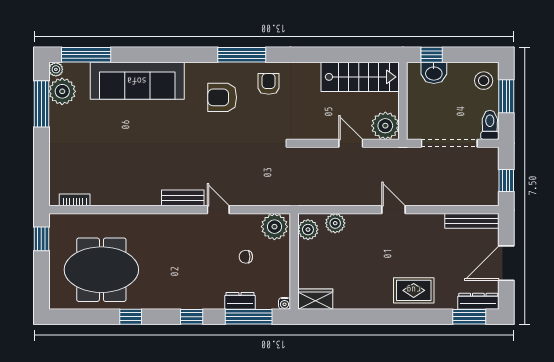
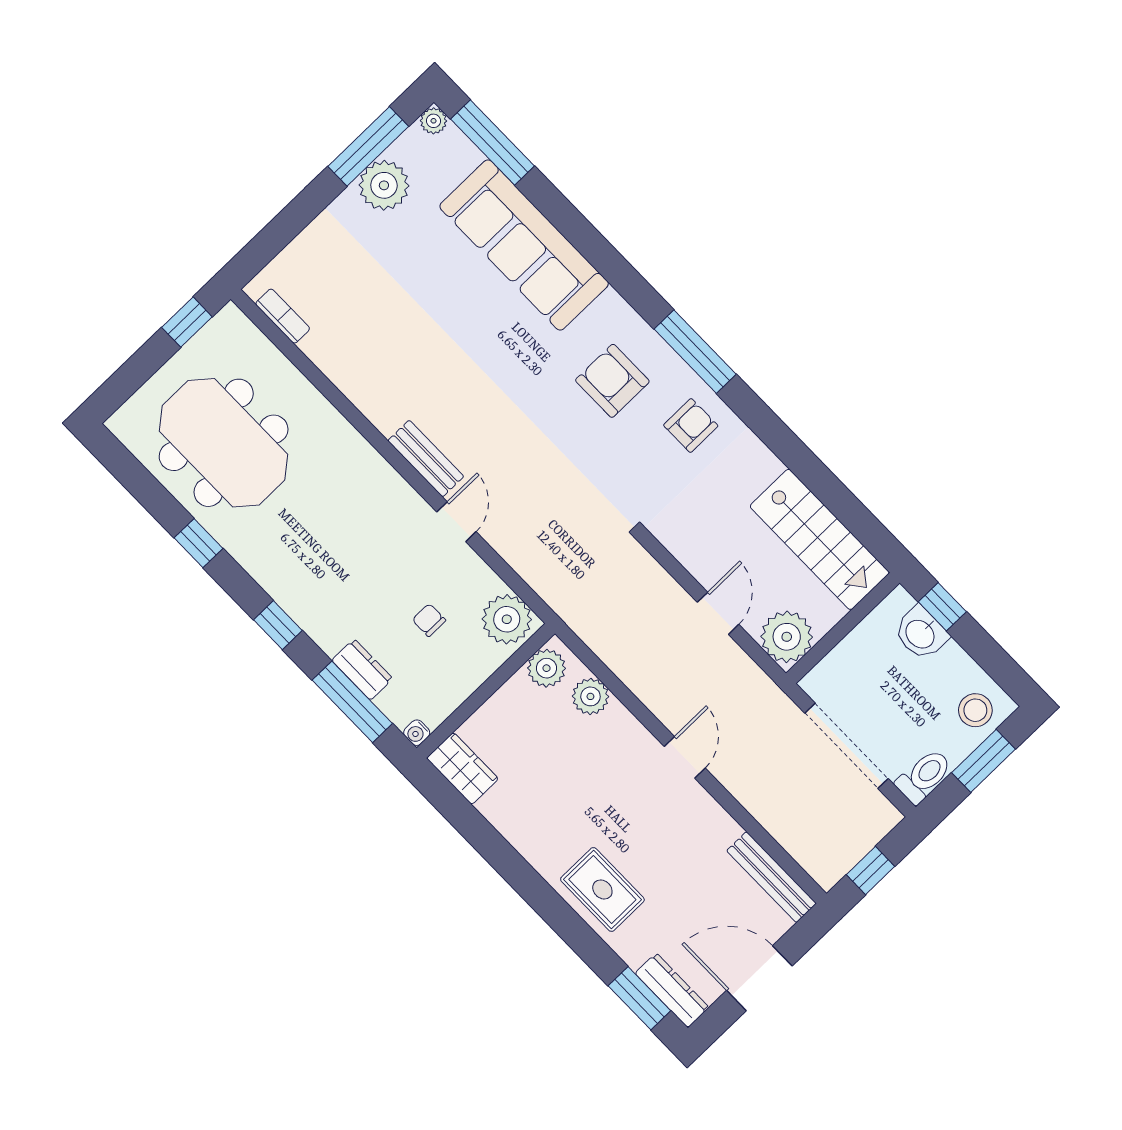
plant: (62, 91) -> (384, 185), moved

